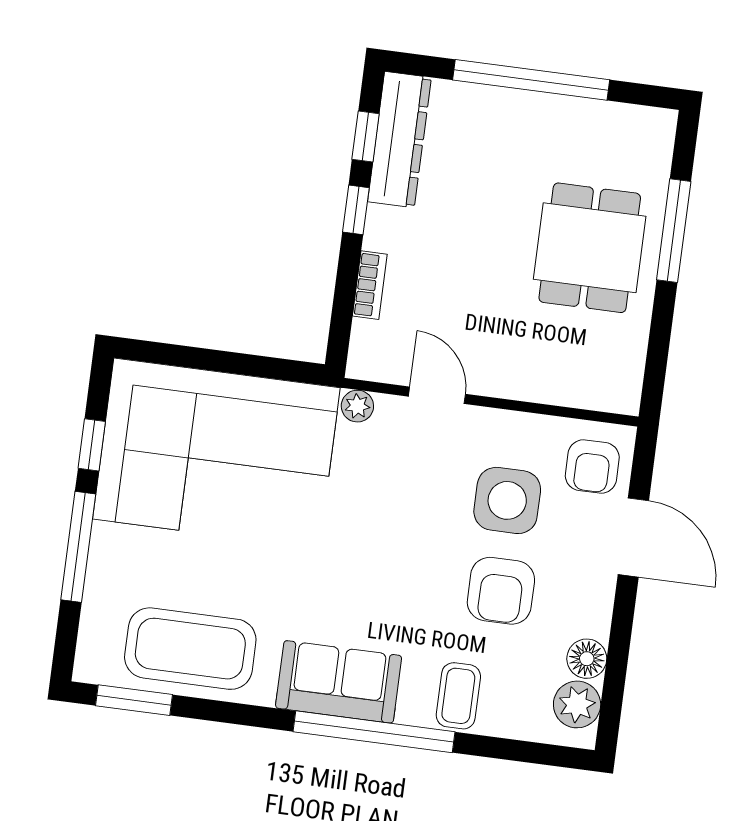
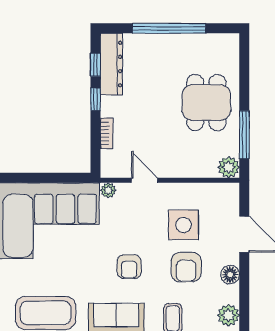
window: (674, 231) -> (244, 135), moved
plant: (619, 391) -> (229, 167), added
armchair: (592, 467) -> (129, 267), moved
floor lamp: (587, 659) -> (230, 275), moved

